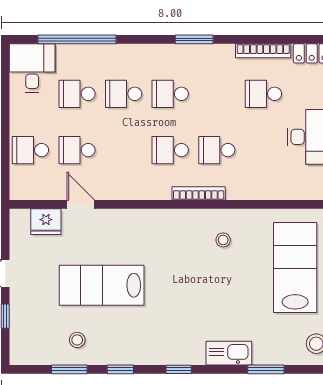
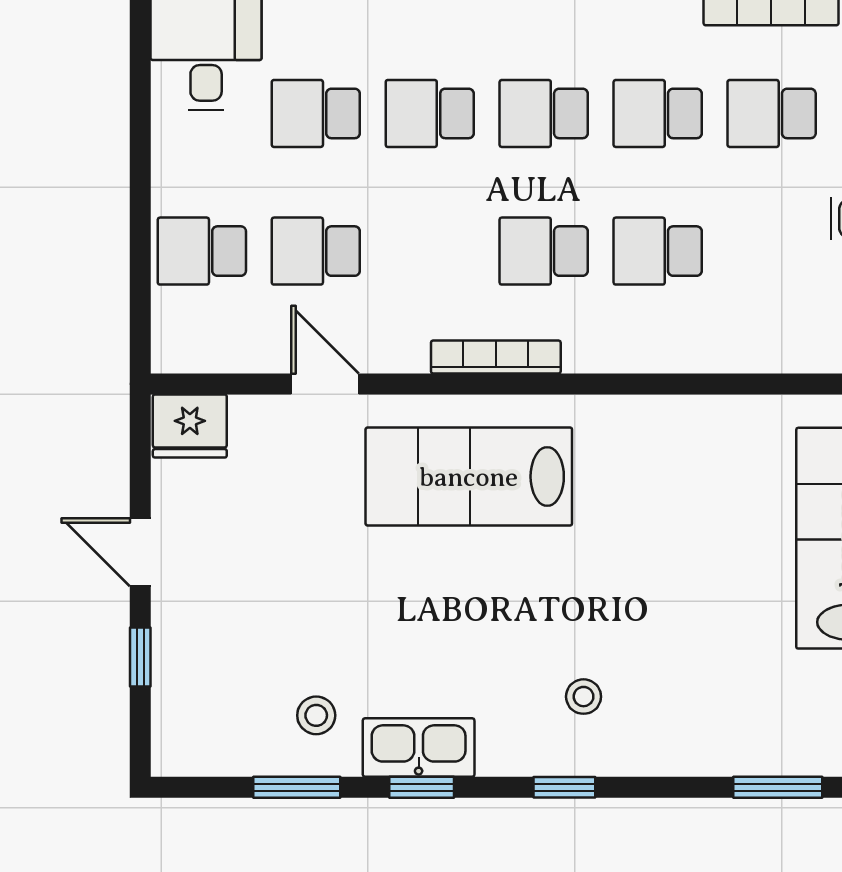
school desk: (217, 94) -> (658, 113), added
bookcase: (199, 193) -> (496, 357), moved
fridge: (46, 222) -> (190, 426), moved
stool: (223, 240) -> (584, 697), moved
lab bench: (102, 285) -> (469, 477), moved
kitchen sink: (229, 353) -> (419, 748), moved

